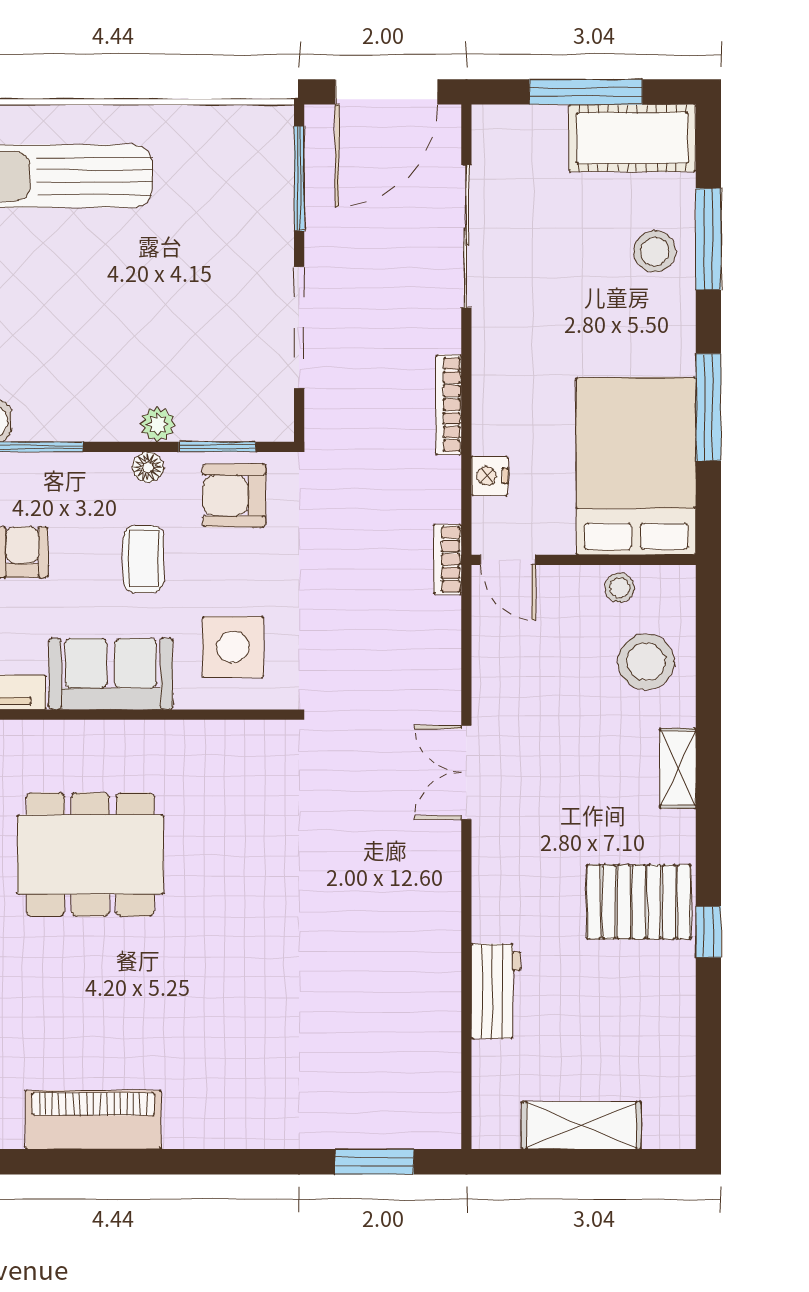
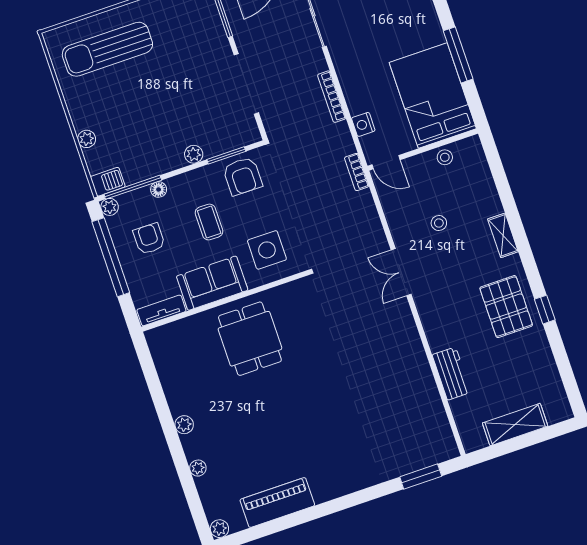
floor lamp: (148, 467) -> (159, 189), moved
armchair: (234, 495) -> (243, 176), turned -90
stool: (646, 662) -> (439, 223), moved, width x0.53, depth x0.53
dining table: (90, 855) -> (250, 339), moved, width x0.73
pallet: (639, 902) -> (506, 307), turned 90

